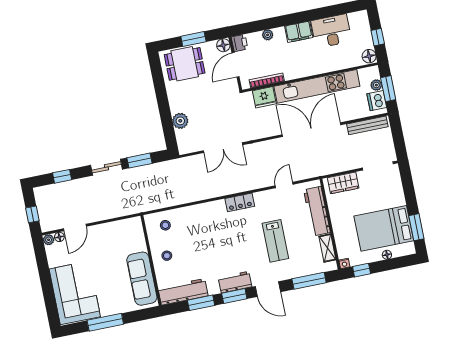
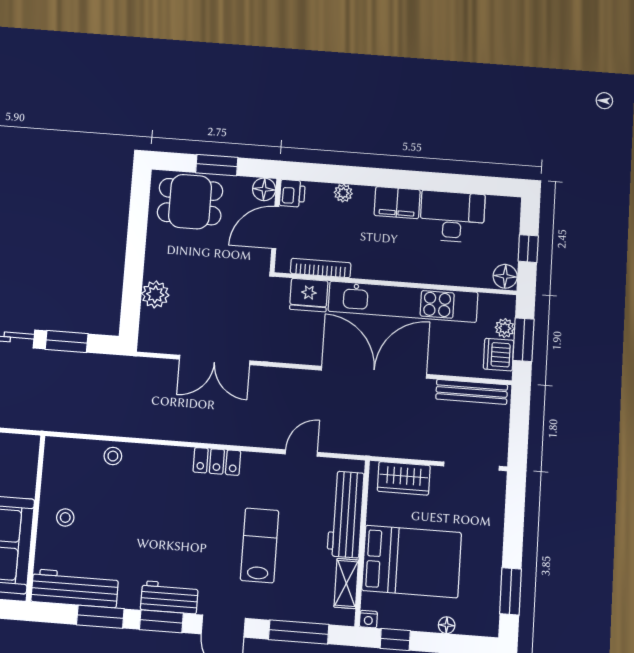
stool: (165, 225) -> (113, 456), moved
bed: (384, 228) -> (412, 562), moved, turned 180
lab bench: (275, 241) -> (260, 545), turned 180

